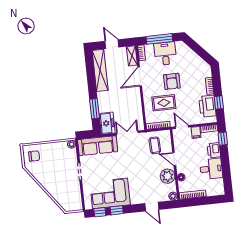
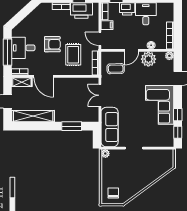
freezer: (107, 123) -> (88, 115), removed
door: (182, 127) -> (100, 39), hinge flipped
corner sofa: (110, 193) -> (160, 105), moved

